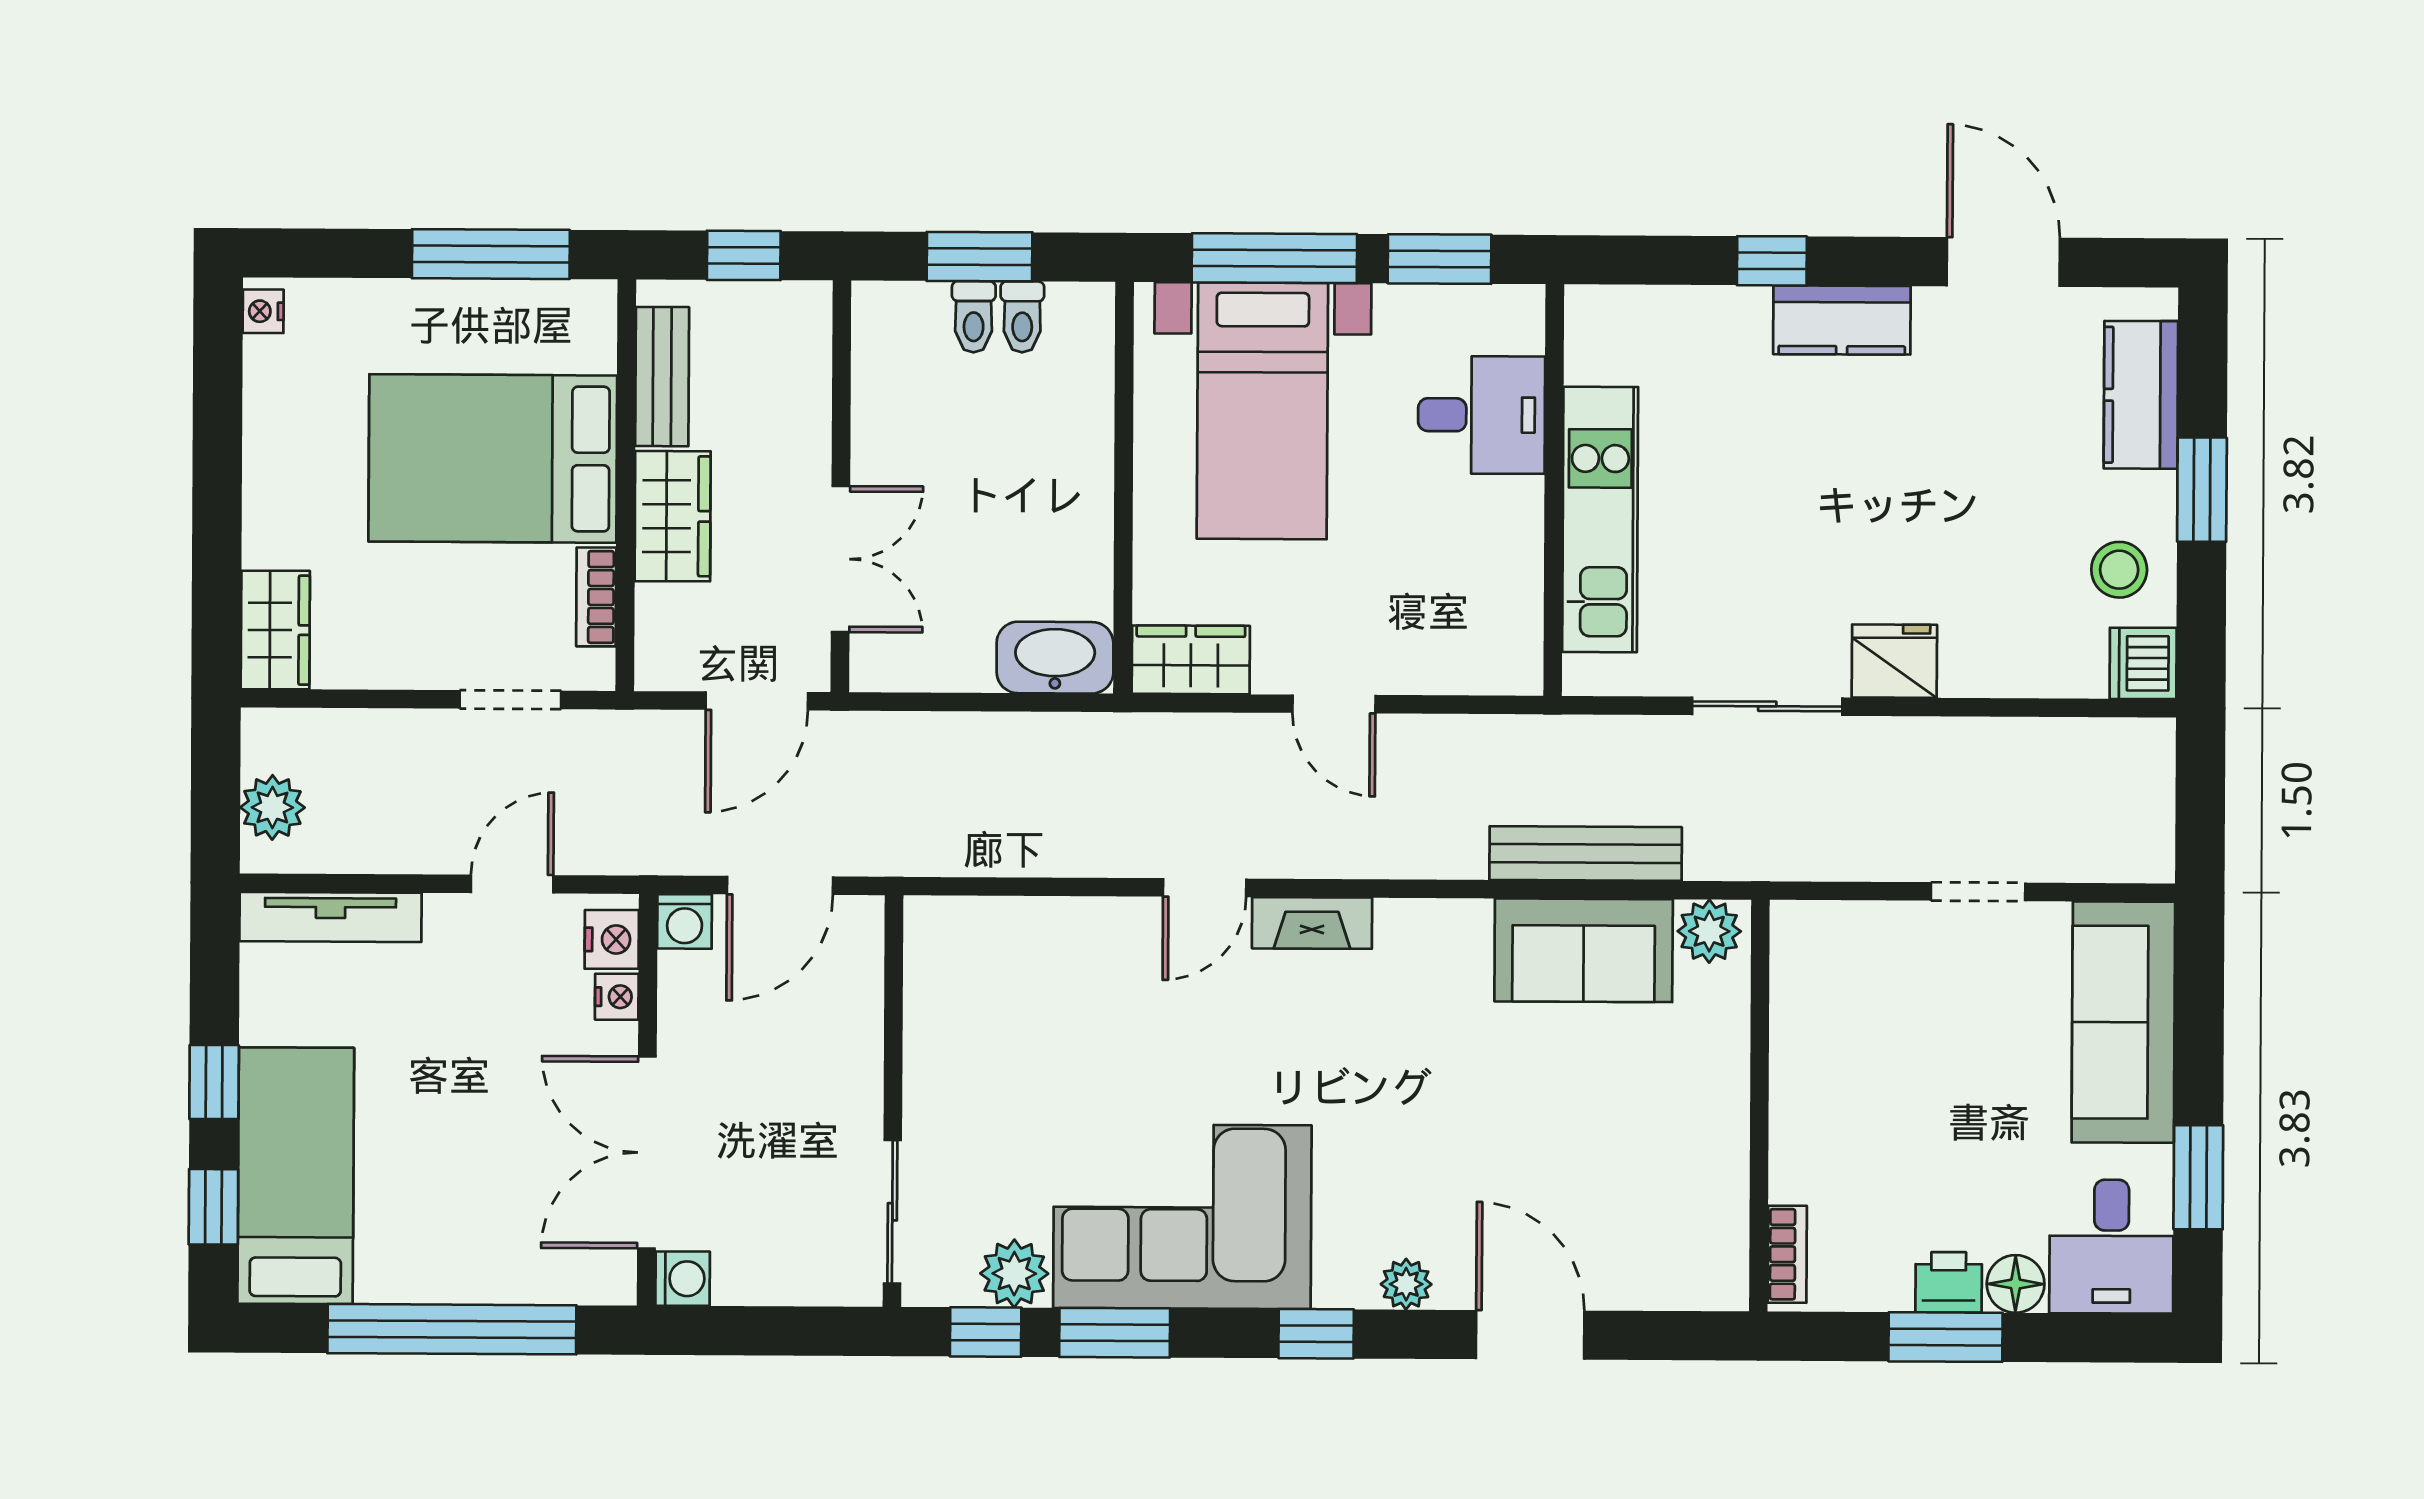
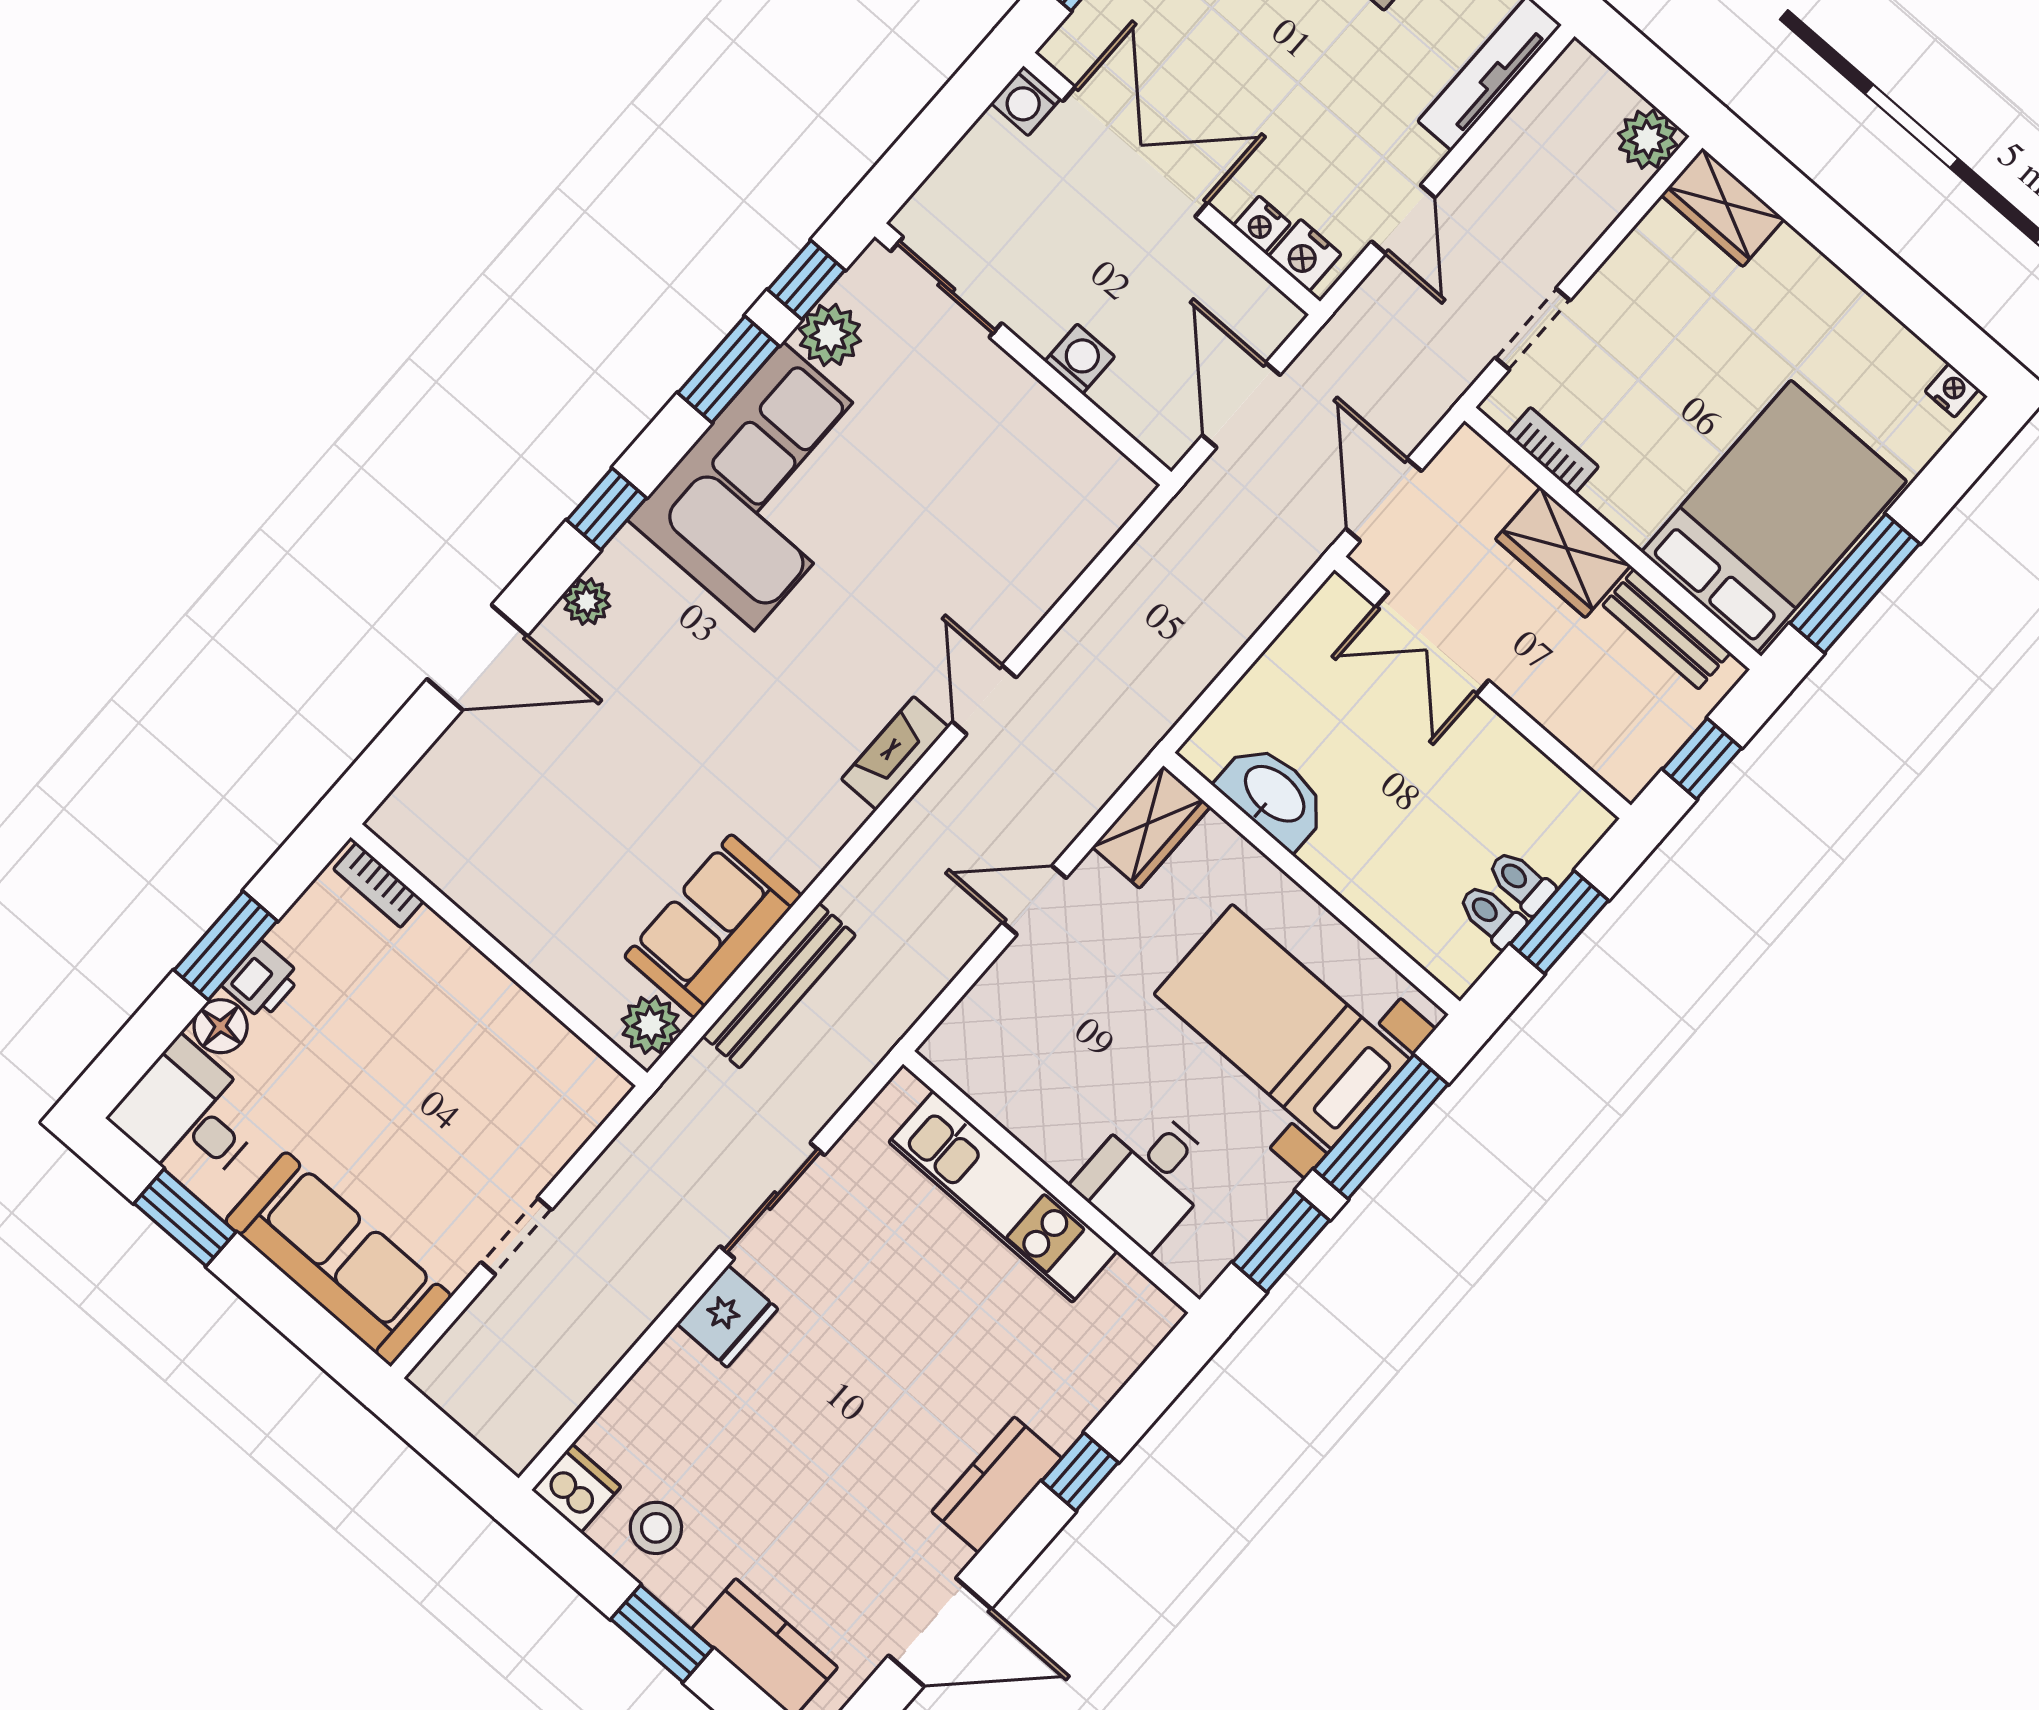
bed: (493, 458) -> (1774, 516), moved
washbasin: (1055, 658) -> (1273, 795), moved, turned -90
plant: (272, 807) -> (1648, 139), moved
washing machine: (685, 921) -> (1080, 359), moved, turned 90

